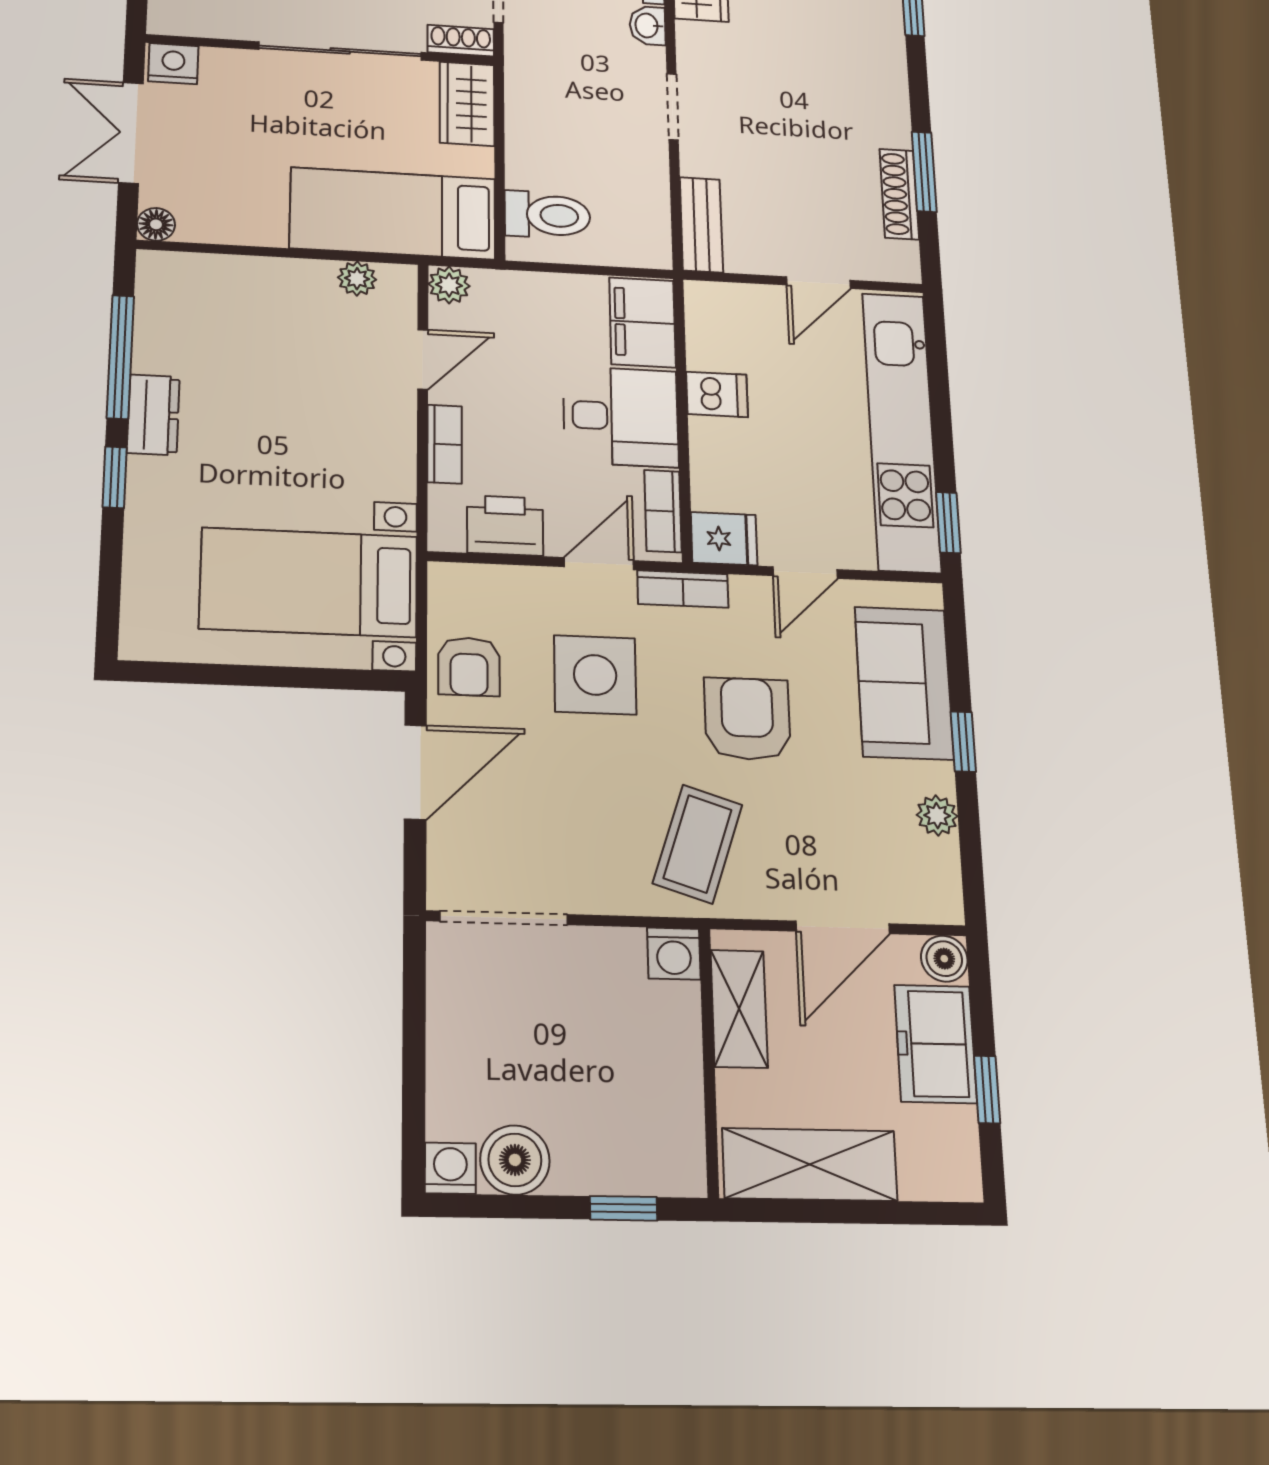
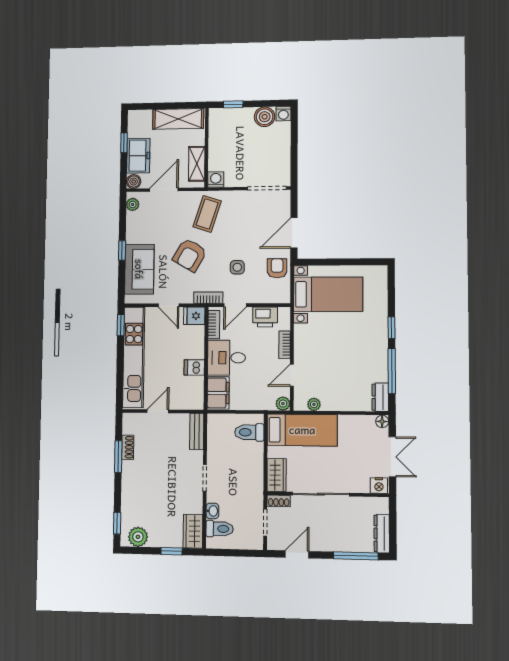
shoe rack: (899, 194) -> (128, 447), width x0.70
dresser: (153, 415) -> (380, 397), moved
door: (805, 573) -> (169, 305), swing flipped
side table: (595, 675) -> (237, 267), width x0.54, depth x0.54
armchair: (747, 719) -> (190, 255), turned 30
plant: (937, 815) -> (133, 204), moved

